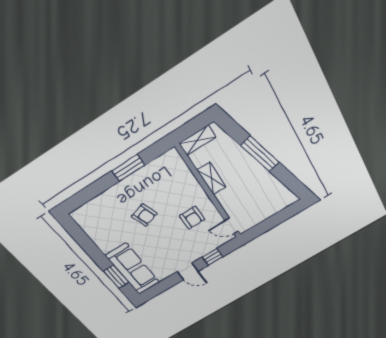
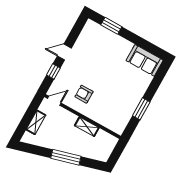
shelving: (197, 140) -> (36, 122), moved
armchair: (144, 215) -> (116, 82), removed
sofa: (133, 269) -> (145, 60), moved, width x0.73

